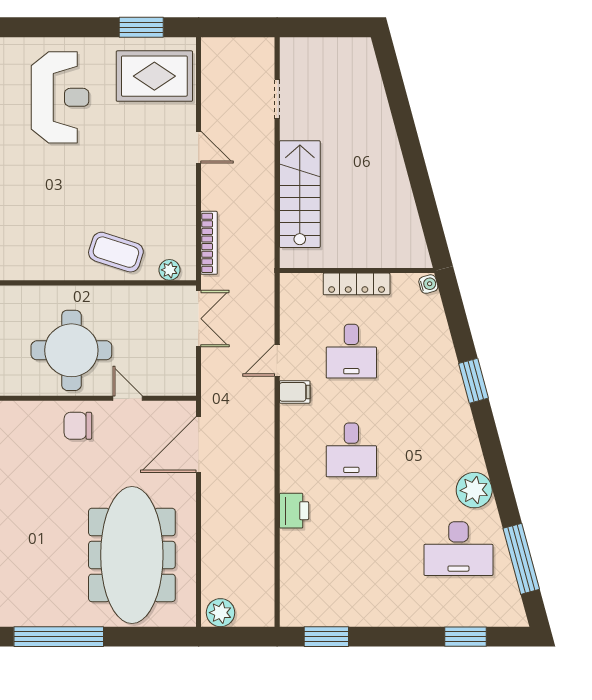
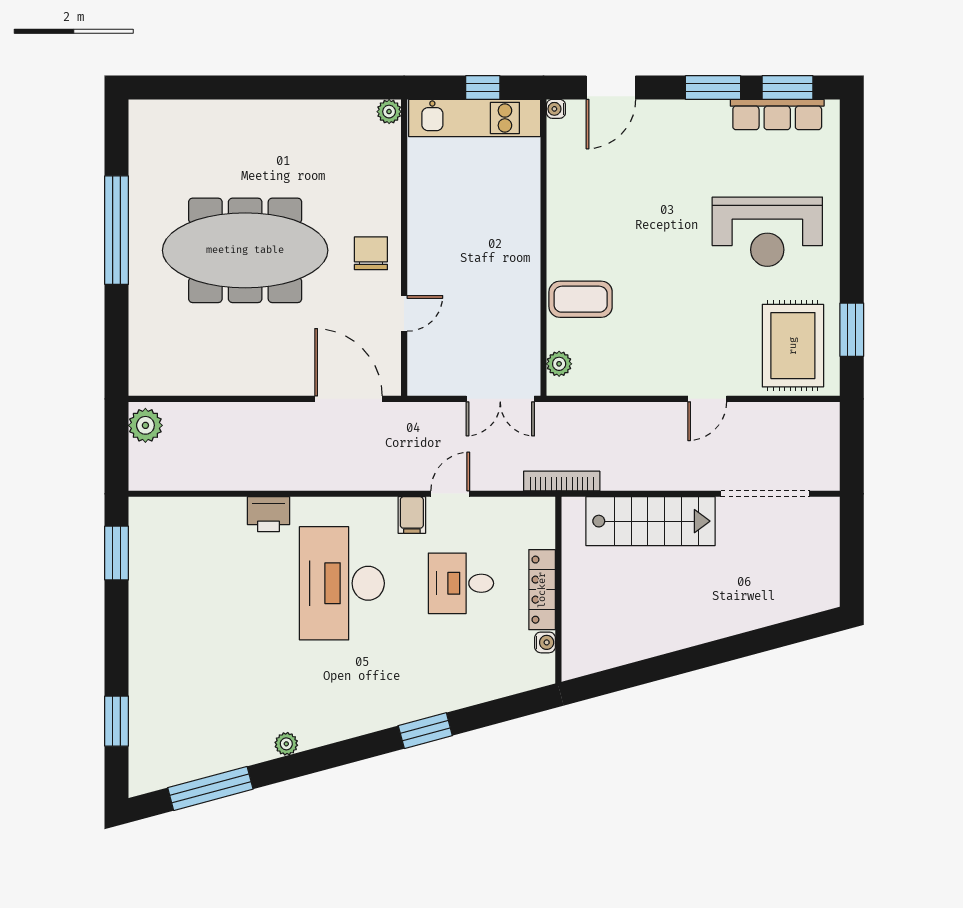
doorway: (277, 99) -> (765, 494), width x1.88
bookcase: (209, 243) -> (562, 481), moved, turned 180
coffee table: (116, 252) -> (581, 299), turned 72
water cooler: (428, 284) -> (545, 642), moved, turned -75
round table: (71, 350) -> (462, 245), removed
door: (277, 360) -> (450, 494), hinge flipped
desk: (351, 450) -> (342, 583), width x1.87, depth x1.30
plant: (474, 490) -> (286, 744), width x0.53, depth x0.53
desk: (458, 549) -> (223, 713), removed
meeting table: (132, 555) -> (245, 250), moved

